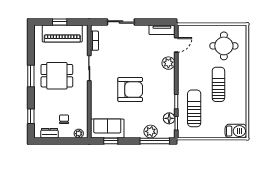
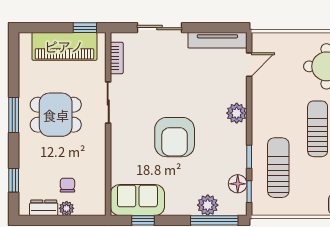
window: (60, 22) -> (85, 28), moved
tv unit: (162, 30) -> (217, 40), width x1.41
plant: (168, 63) -> (237, 113), moved
armchair: (130, 90) -> (175, 137), turned 90
plant: (79, 134) -> (67, 208), moved

